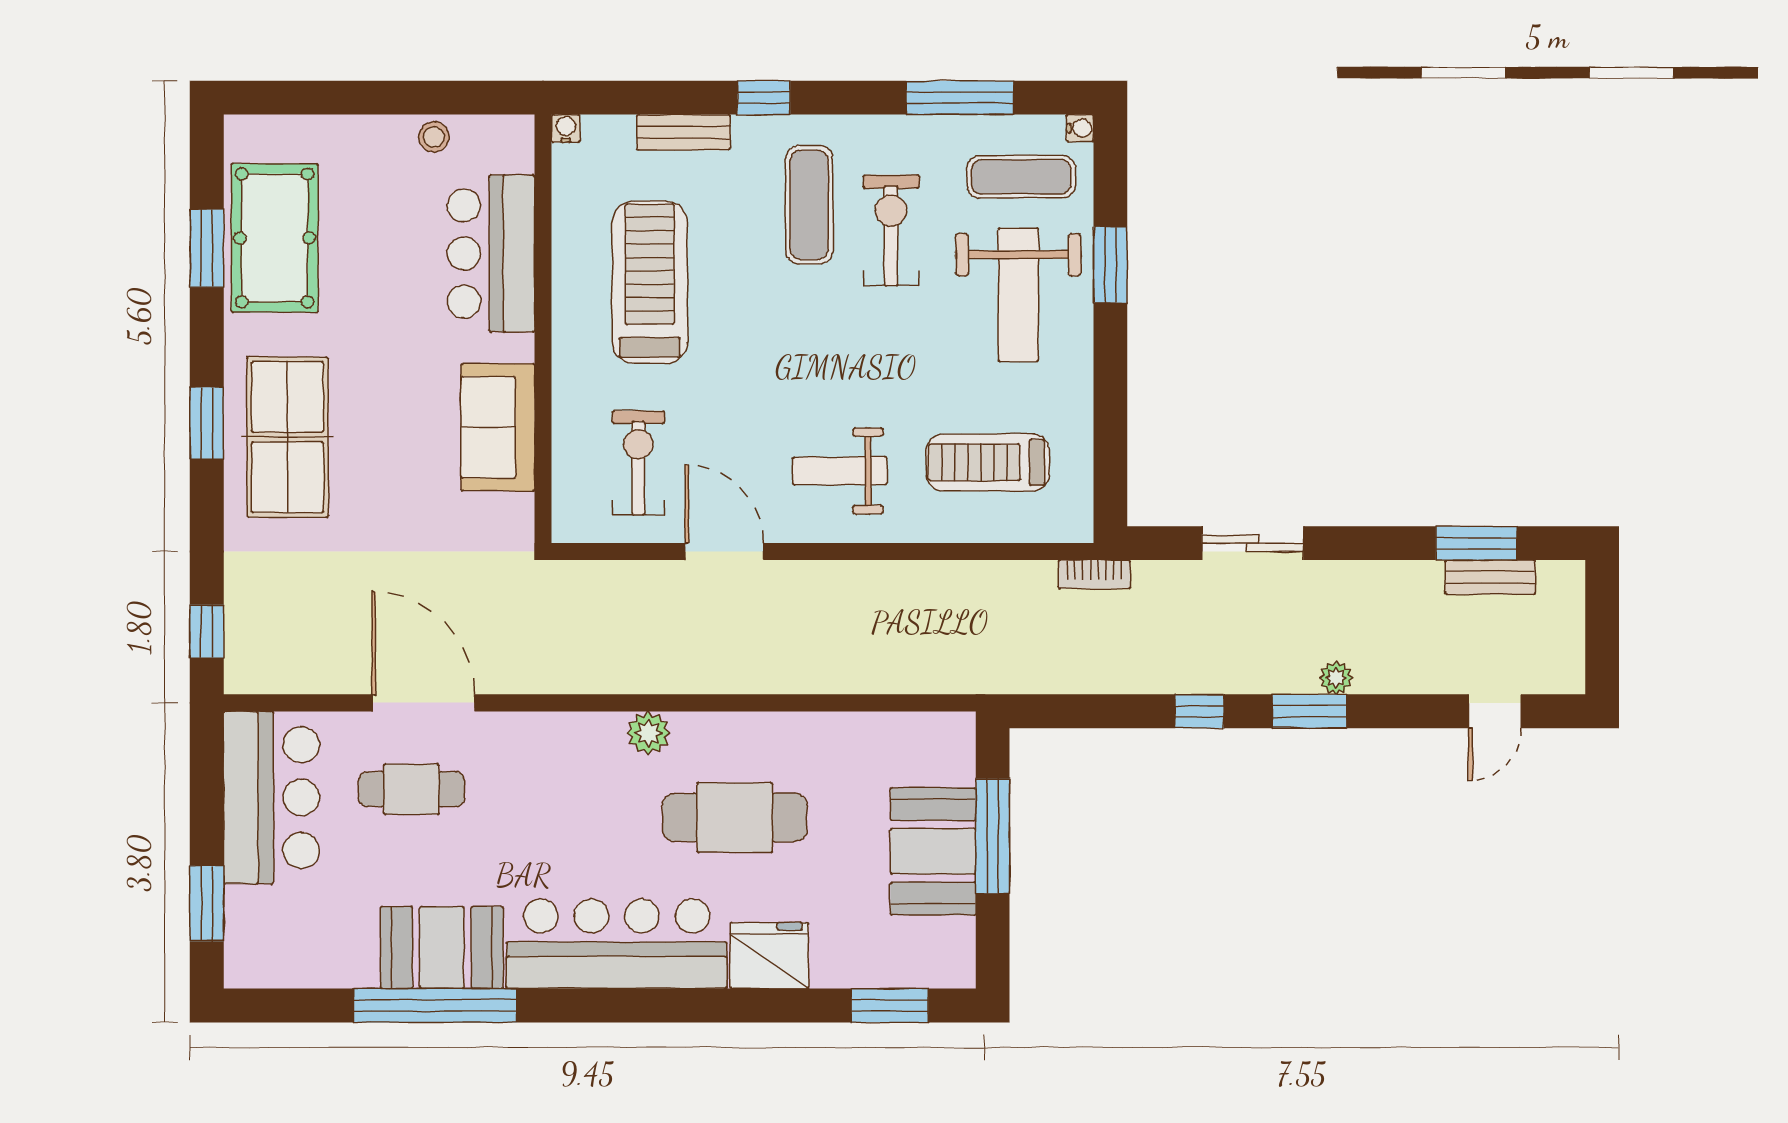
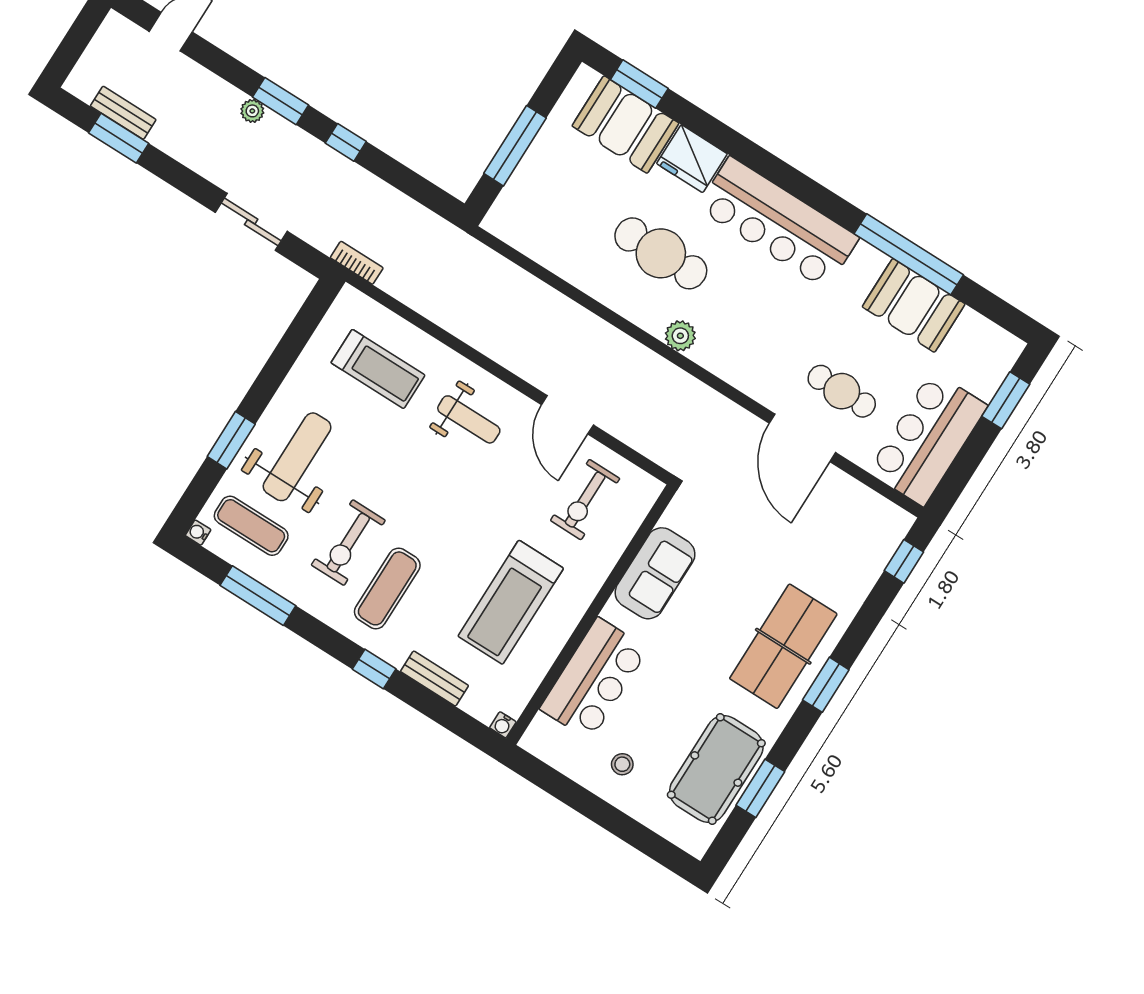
stool: (434, 137) -> (622, 764), moved
booth: (933, 851) -> (625, 125), moved, turned 90
booth: (442, 948) -> (914, 305), moved

